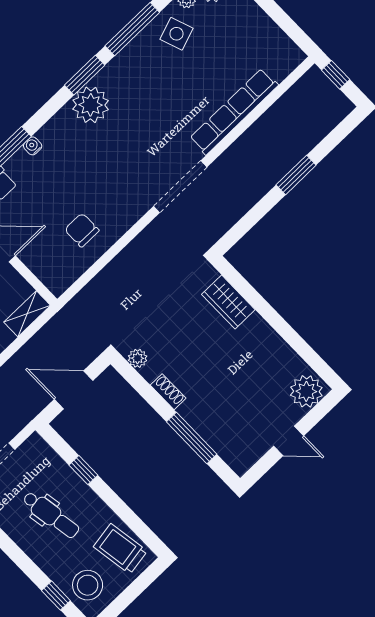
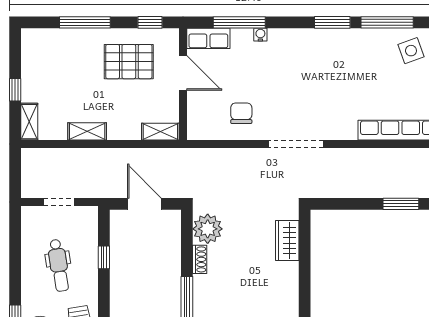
plant: (91, 105) -> (319, 44), removed
doorway: (180, 187) -> (296, 144), moved
plant: (138, 358) -> (208, 229), width x1.87, depth x1.87

